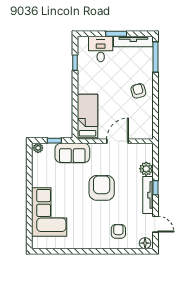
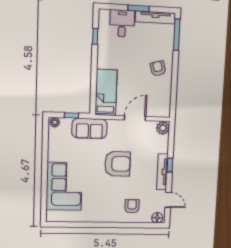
plant: (146, 169) -> (163, 128), moved
armchair: (102, 188) -> (117, 164), turned 90

